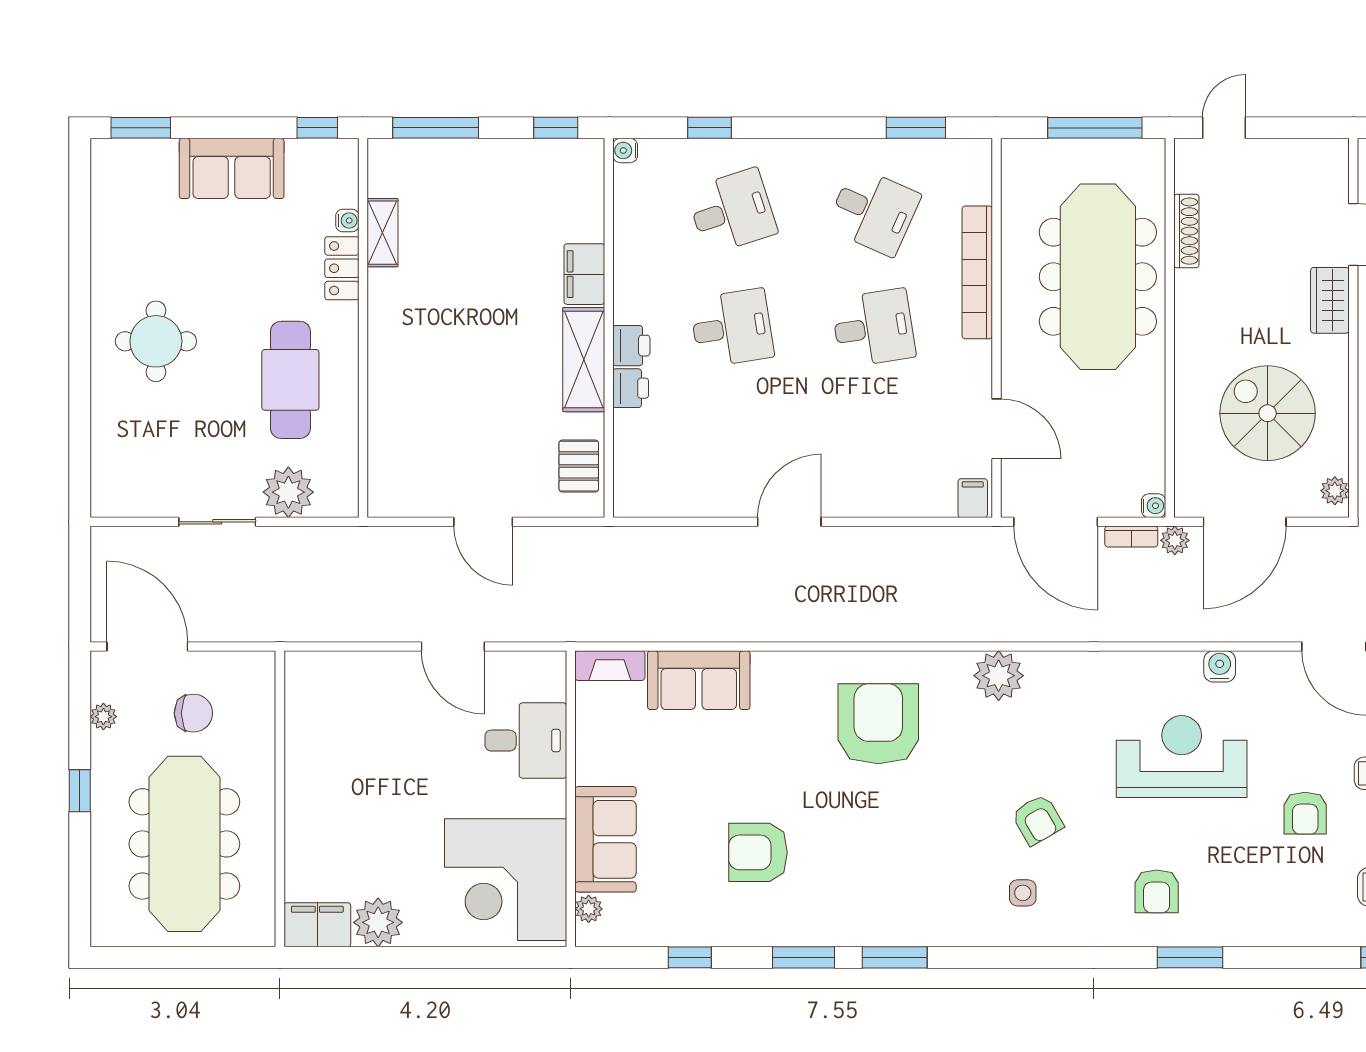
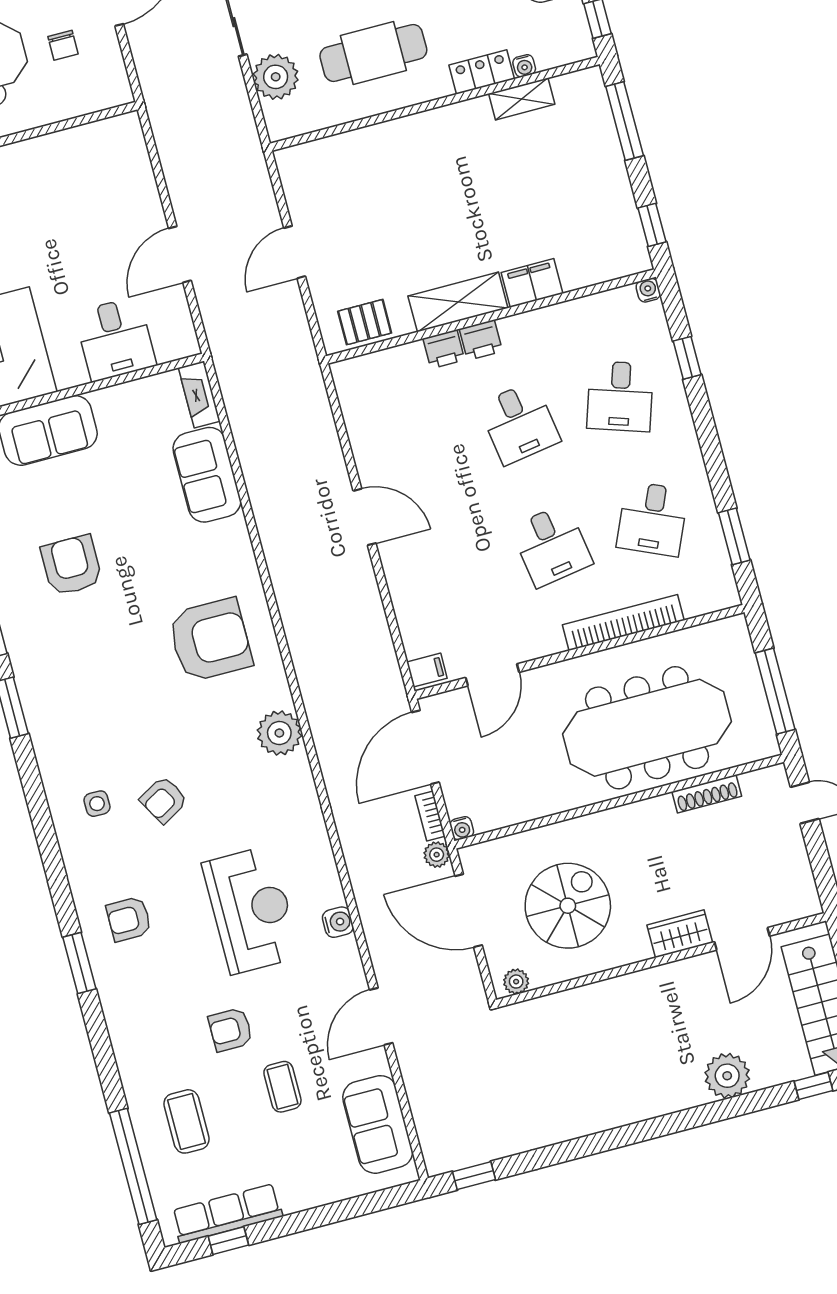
desk: (732, 211) -> (620, 396), turned 36
chair: (193, 713) -> (63, 45), width x0.73, depth x0.73

